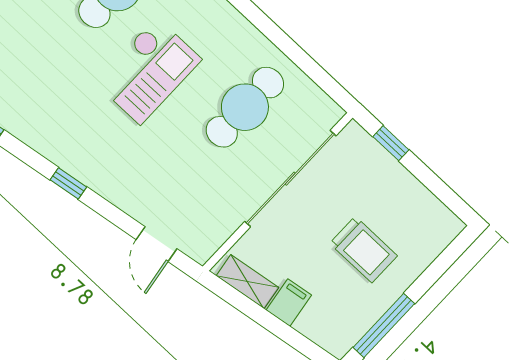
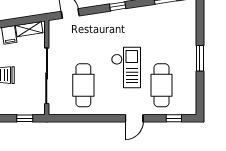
checkout: (148, 71) -> (126, 67), turned 180

